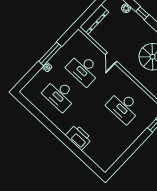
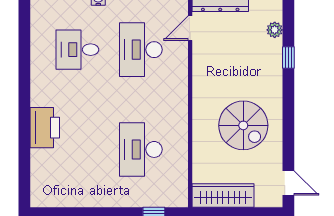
door: (111, 58) -> (190, 28), moved
desk: (60, 95) -> (77, 50), width x0.73

